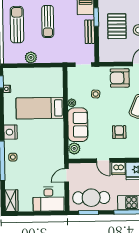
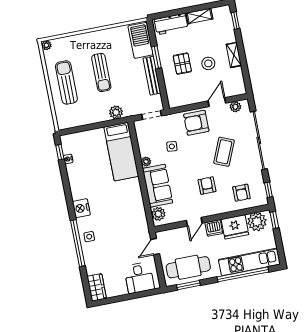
pallet: (117, 26) -> (182, 64), width x0.67, depth x0.71
bench: (90, 32) -> (152, 76), width x1.36
plant: (31, 57) -> (116, 112), moved
bed: (40, 108) -> (121, 152), moved, turned -90
door: (103, 160) -> (194, 222), hinge flipped
desk: (49, 199) -> (139, 278), width x0.73

